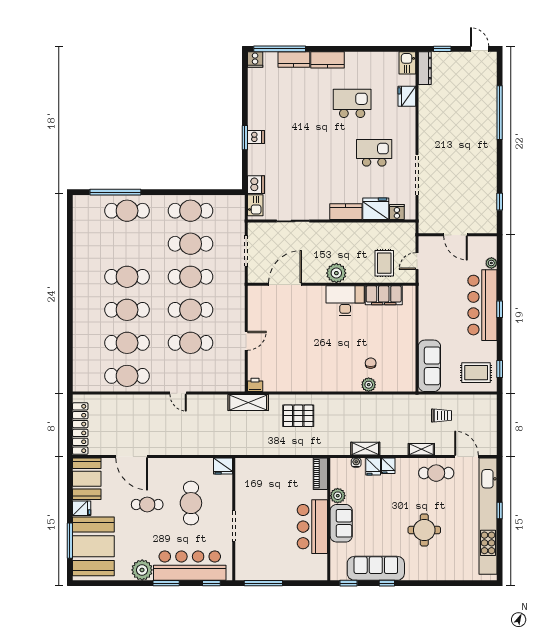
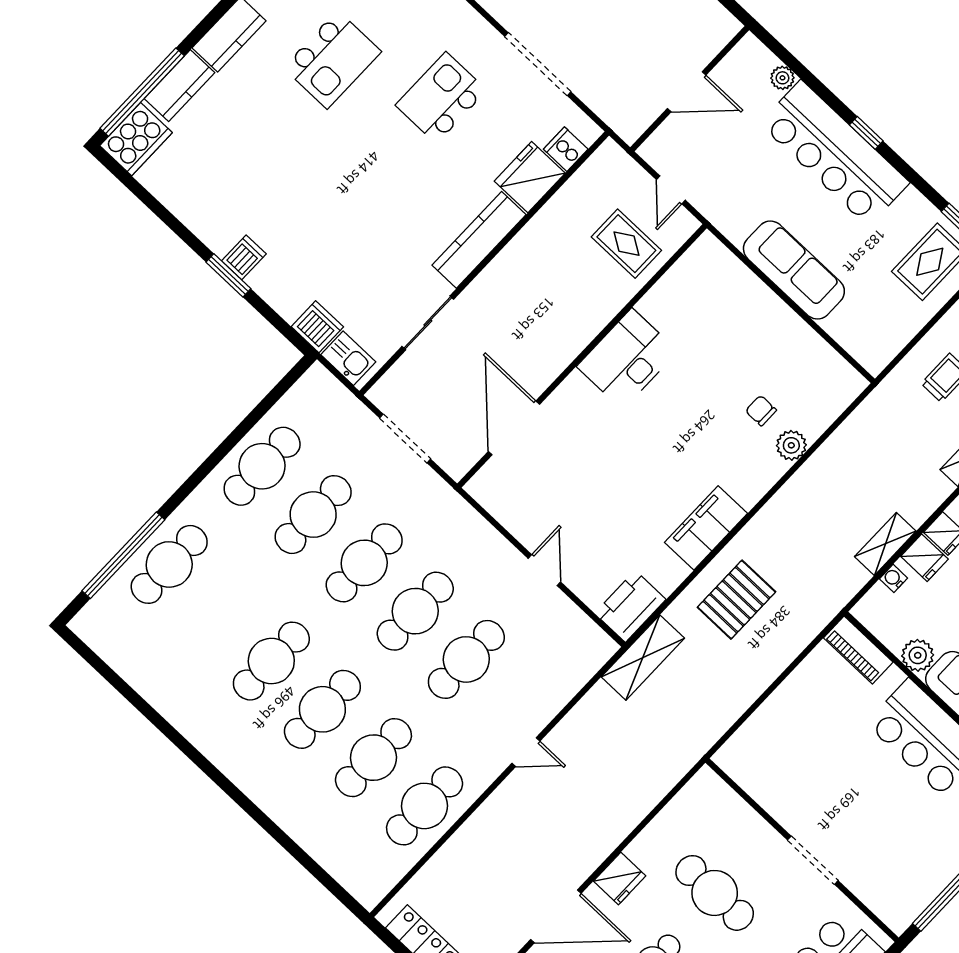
cooker: (255, 60) -> (136, 139), width x1.87, depth x1.31
kitchen island: (352, 103) -> (332, 60), turned 180
kitchen counter: (346, 212) -> (479, 240), width x1.50
plant: (336, 273) -> (572, 332), removed
filing cabinet: (384, 295) -> (706, 528), moved, turned 180
sofa: (429, 366) -> (794, 270), moved
printer: (255, 385) -> (630, 606), width x1.87, depth x1.48
fridge: (223, 466) -> (620, 878), moved

